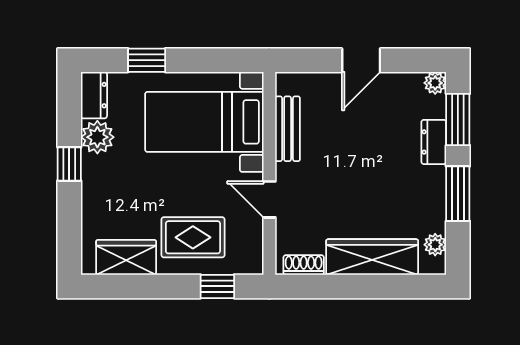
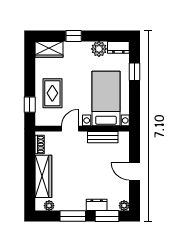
window: (69, 164) -> (74, 36), moved
wardrobe: (126, 257) -> (49, 49), moved, turned 90

